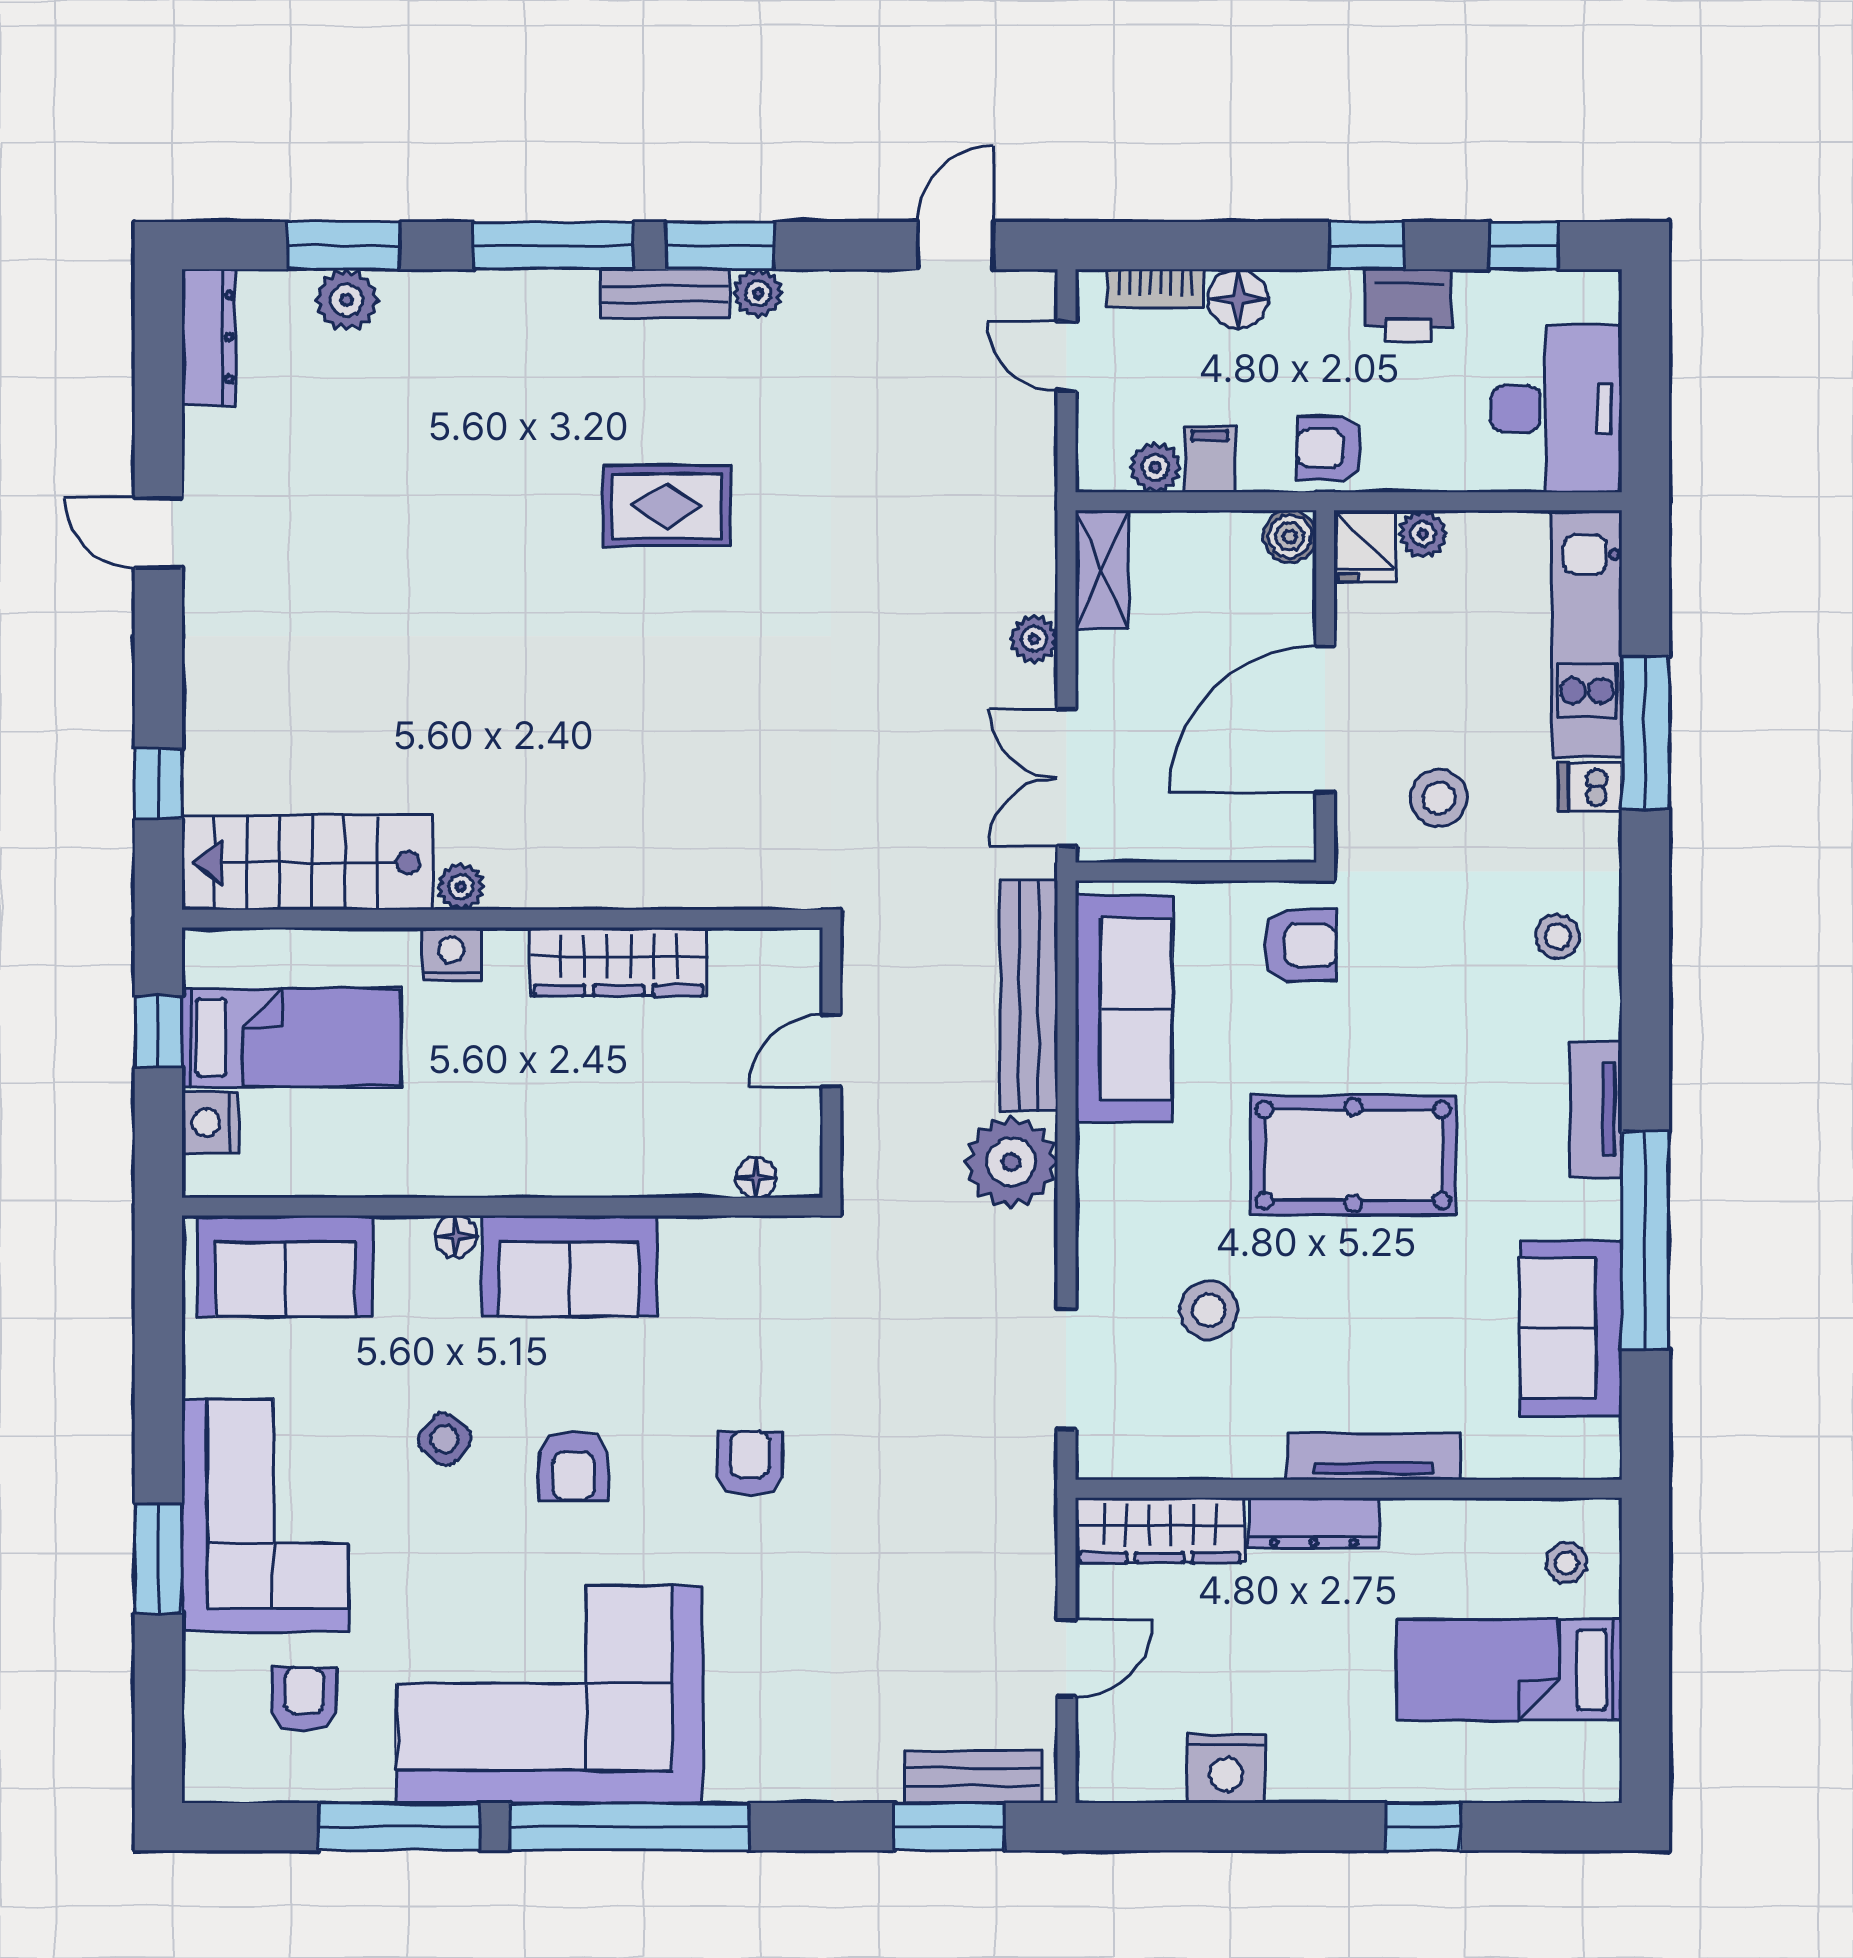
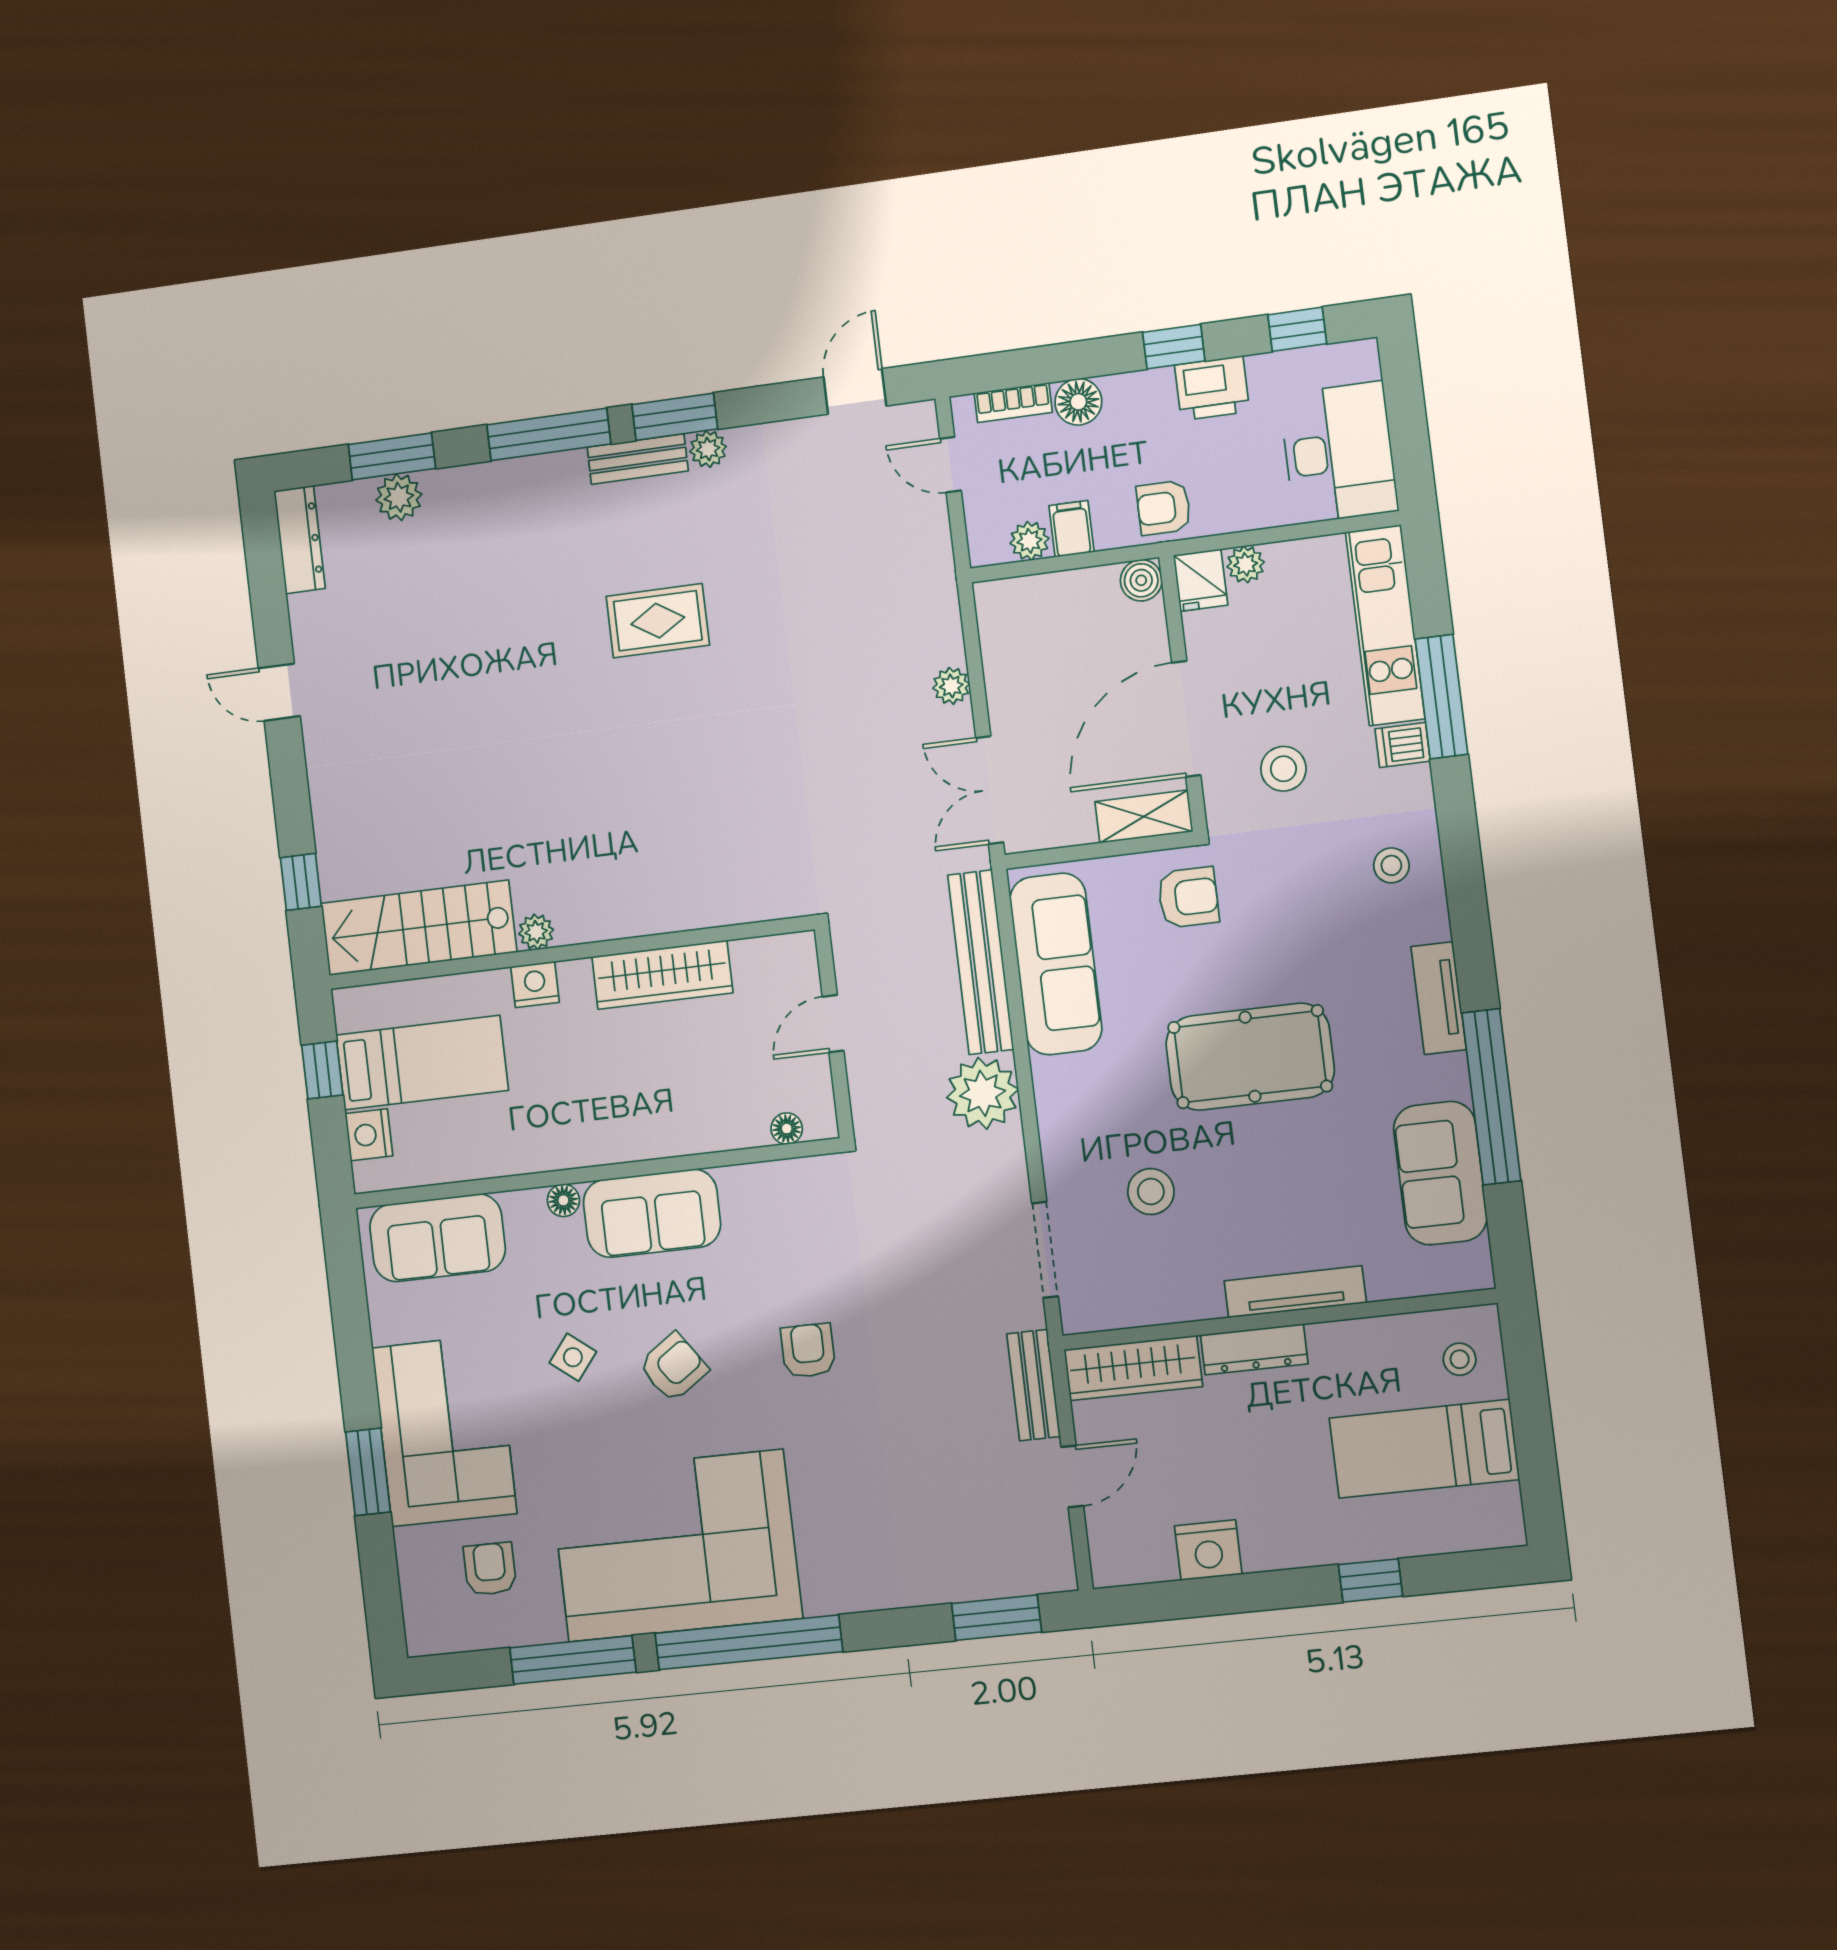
shelving: (1102, 569) -> (1144, 817), moved, turned 90
armchair: (574, 1466) -> (673, 1367), turned -125
bench: (973, 1777) -> (1034, 1385), moved, turned 90

